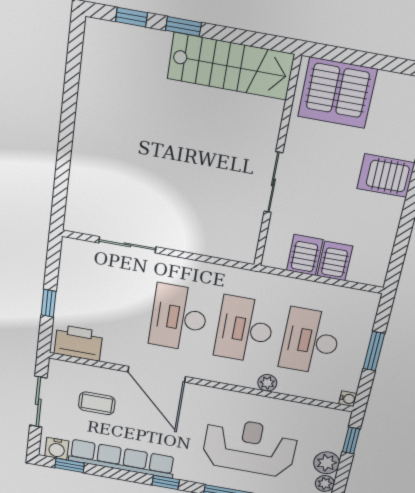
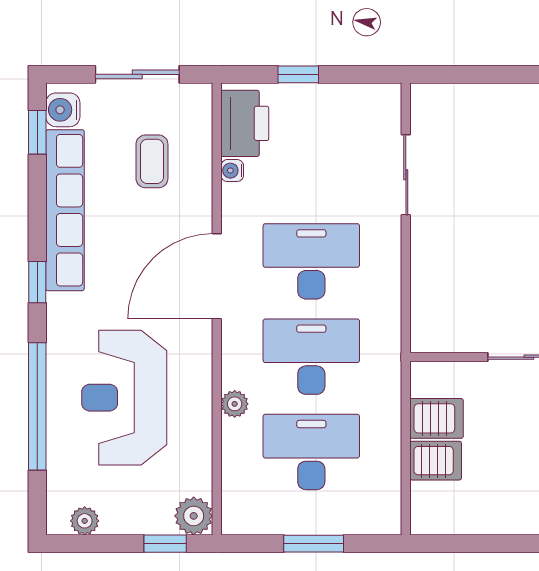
door: (157, 374) -> (217, 276), moved
water cooler: (348, 399) -> (232, 171), moved, turned 90
reception desk: (250, 447) -> (124, 398), turned 180
plant: (327, 463) -> (194, 516), moved

